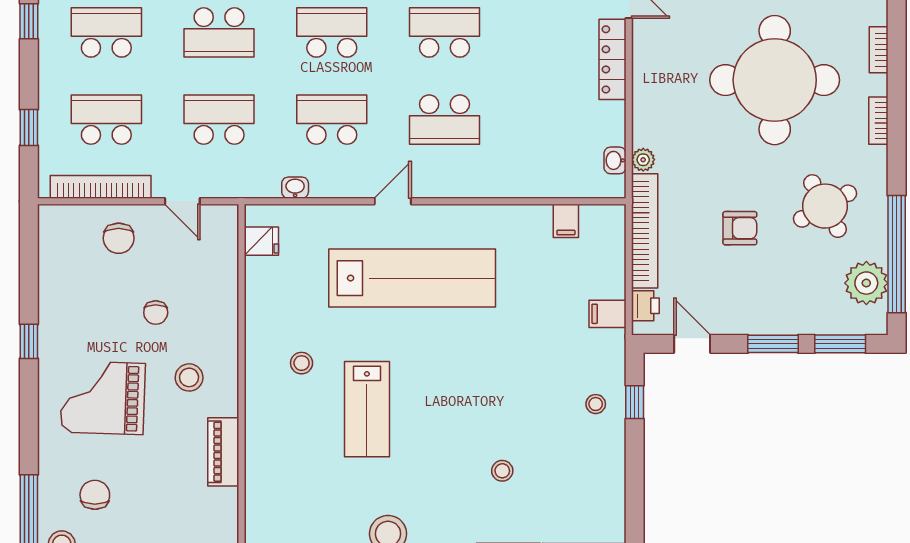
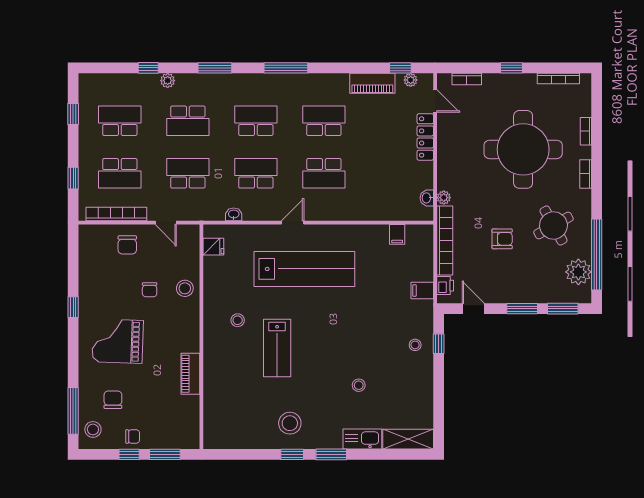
school desk: (106, 120) -> (120, 173), turned 180
stool: (189, 377) -> (185, 288), moved

